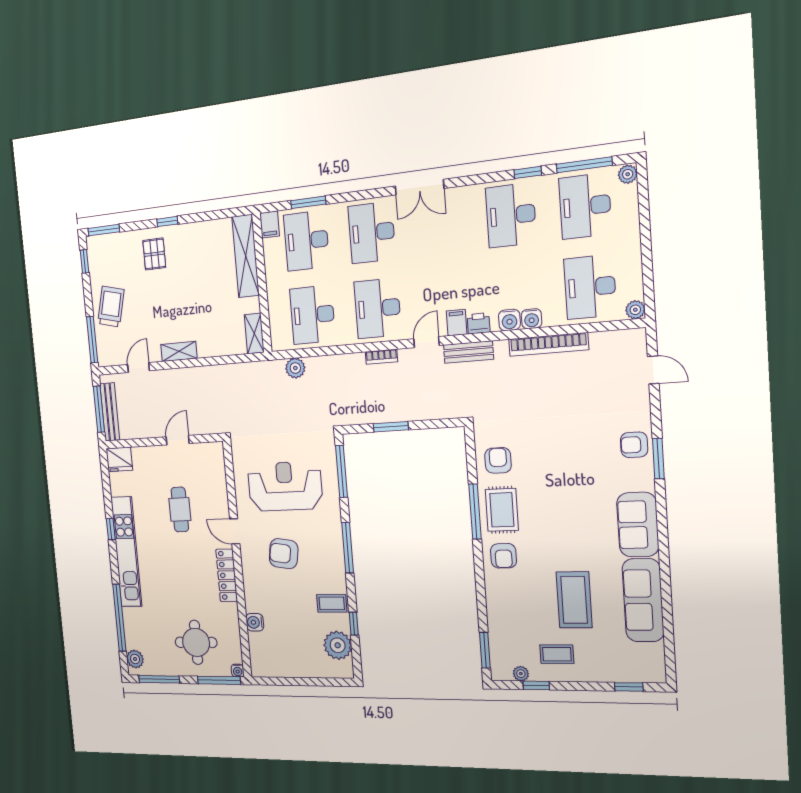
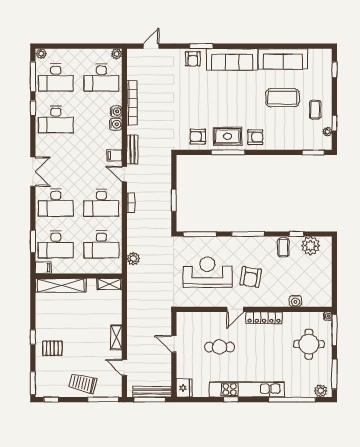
printer: (479, 323) -> (116, 142), removed
reception desk: (285, 486) -> (207, 272), turned 90
sofa: (638, 525) -> (232, 59), width x1.36

